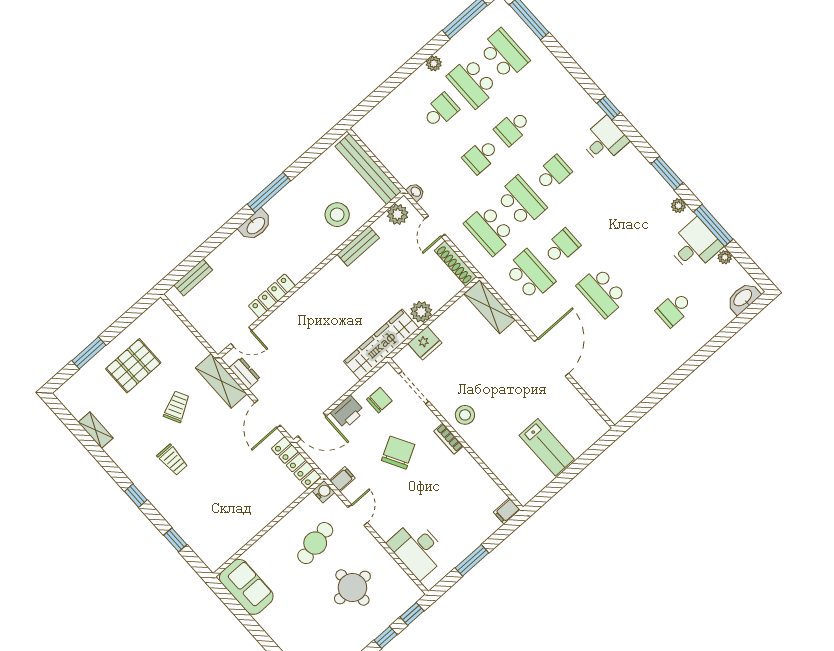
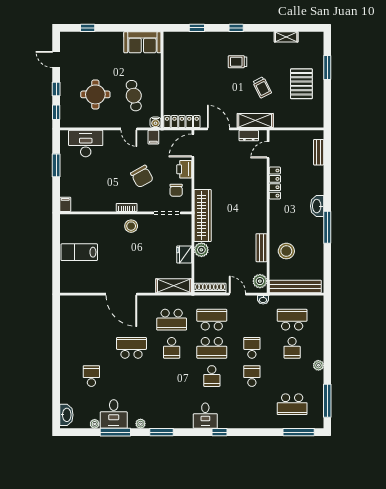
school desk: (472, 83) -> (292, 320), moved
fridge: (425, 343) -> (184, 255), moved

